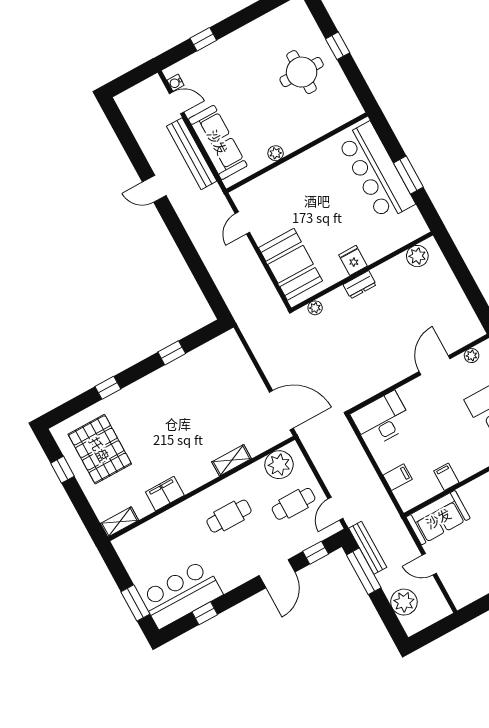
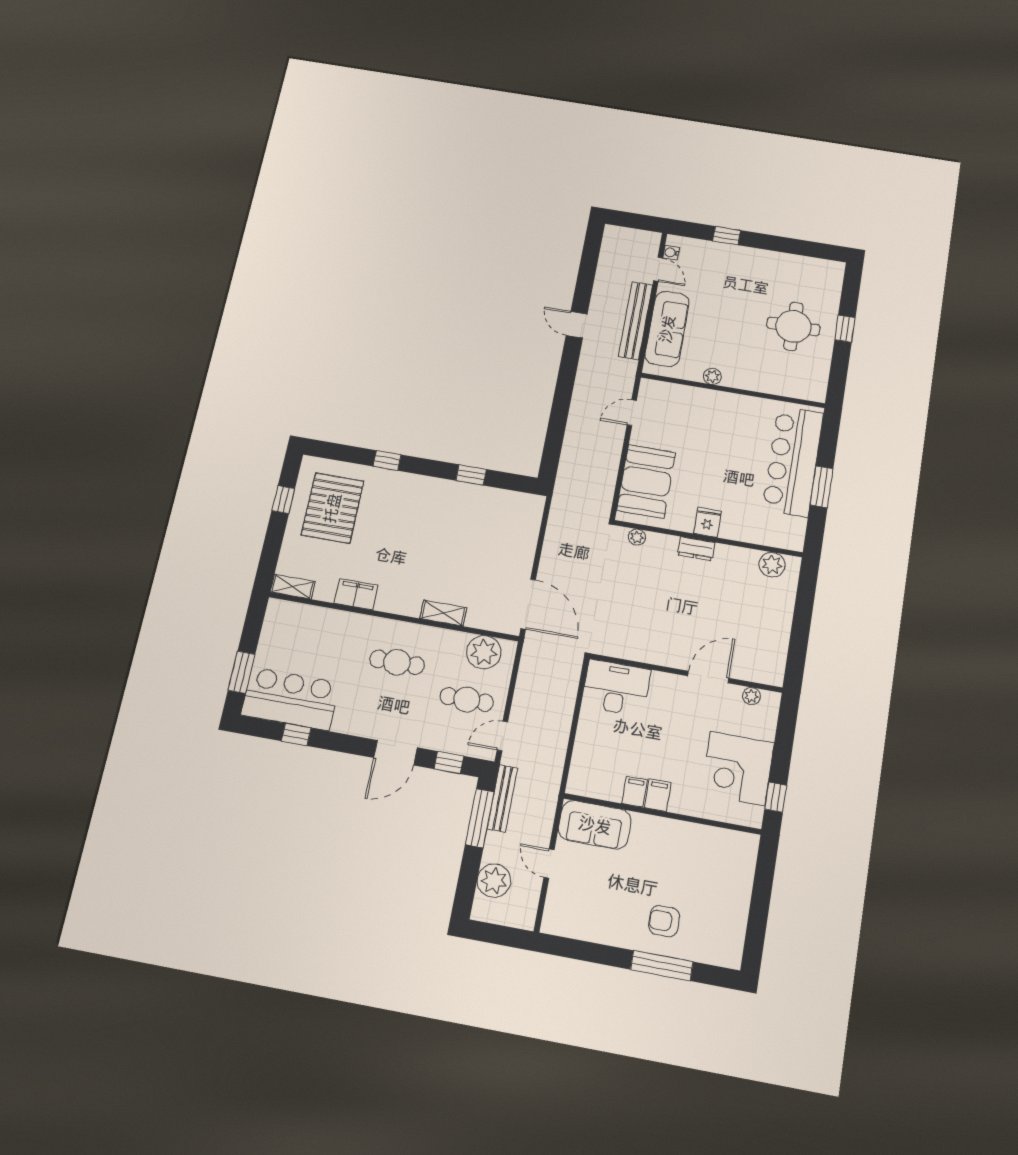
filing cabinet: (398, 477) -> (658, 795), moved, turned -90

